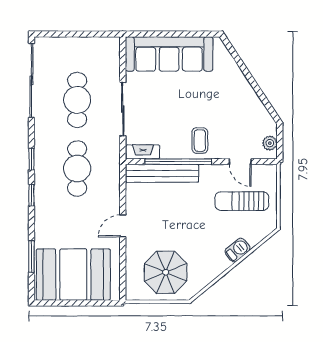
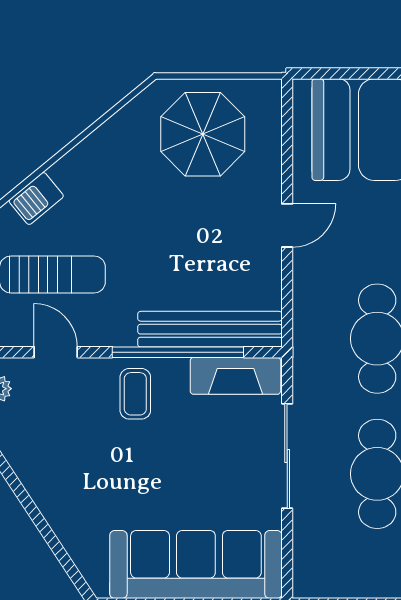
fireplace: (143, 152) -> (235, 376), width x1.37, depth x1.32
barbecue: (237, 250) -> (36, 198), moved

